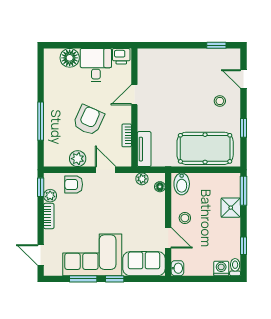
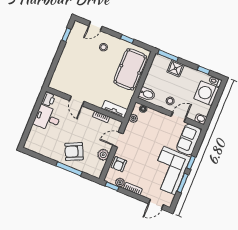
floor lamp: (70, 58) -> (36, 133), removed
armchair: (89, 120) -> (74, 151), moved, turned -49
washing machine: (221, 268) -> (206, 93), width x1.89, depth x1.89

